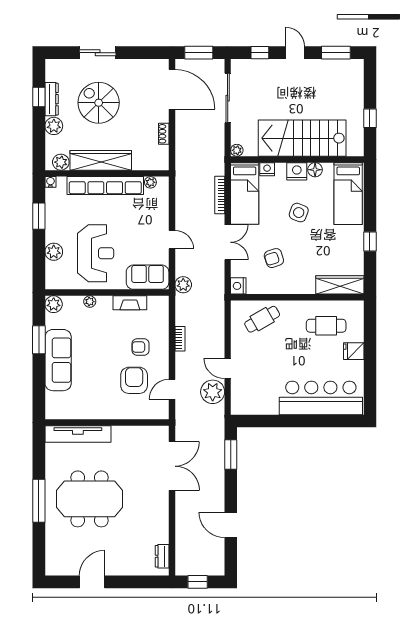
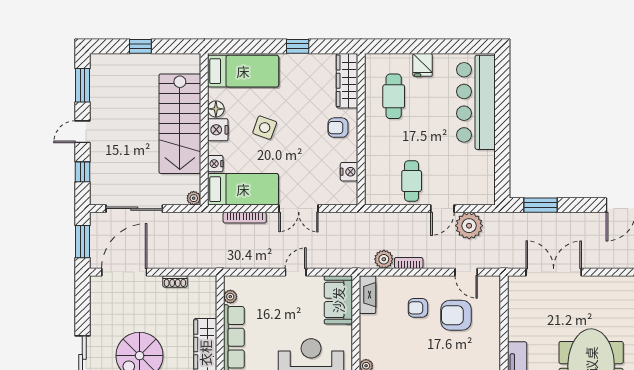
window: (370, 118) -> (140, 46), moved
double door: (228, 242) -> (299, 209), swing flipped
armchair: (274, 258) -> (338, 128), moved, turned 108
plant: (183, 285) -> (384, 259), moved
nightstand: (238, 286) -> (349, 172), moved, turned -90
fireplace: (130, 303) -> (368, 295), moved
cafe table: (262, 319) -> (412, 181), moved, turned 30
armchair: (141, 347) -> (418, 308), turned 90

